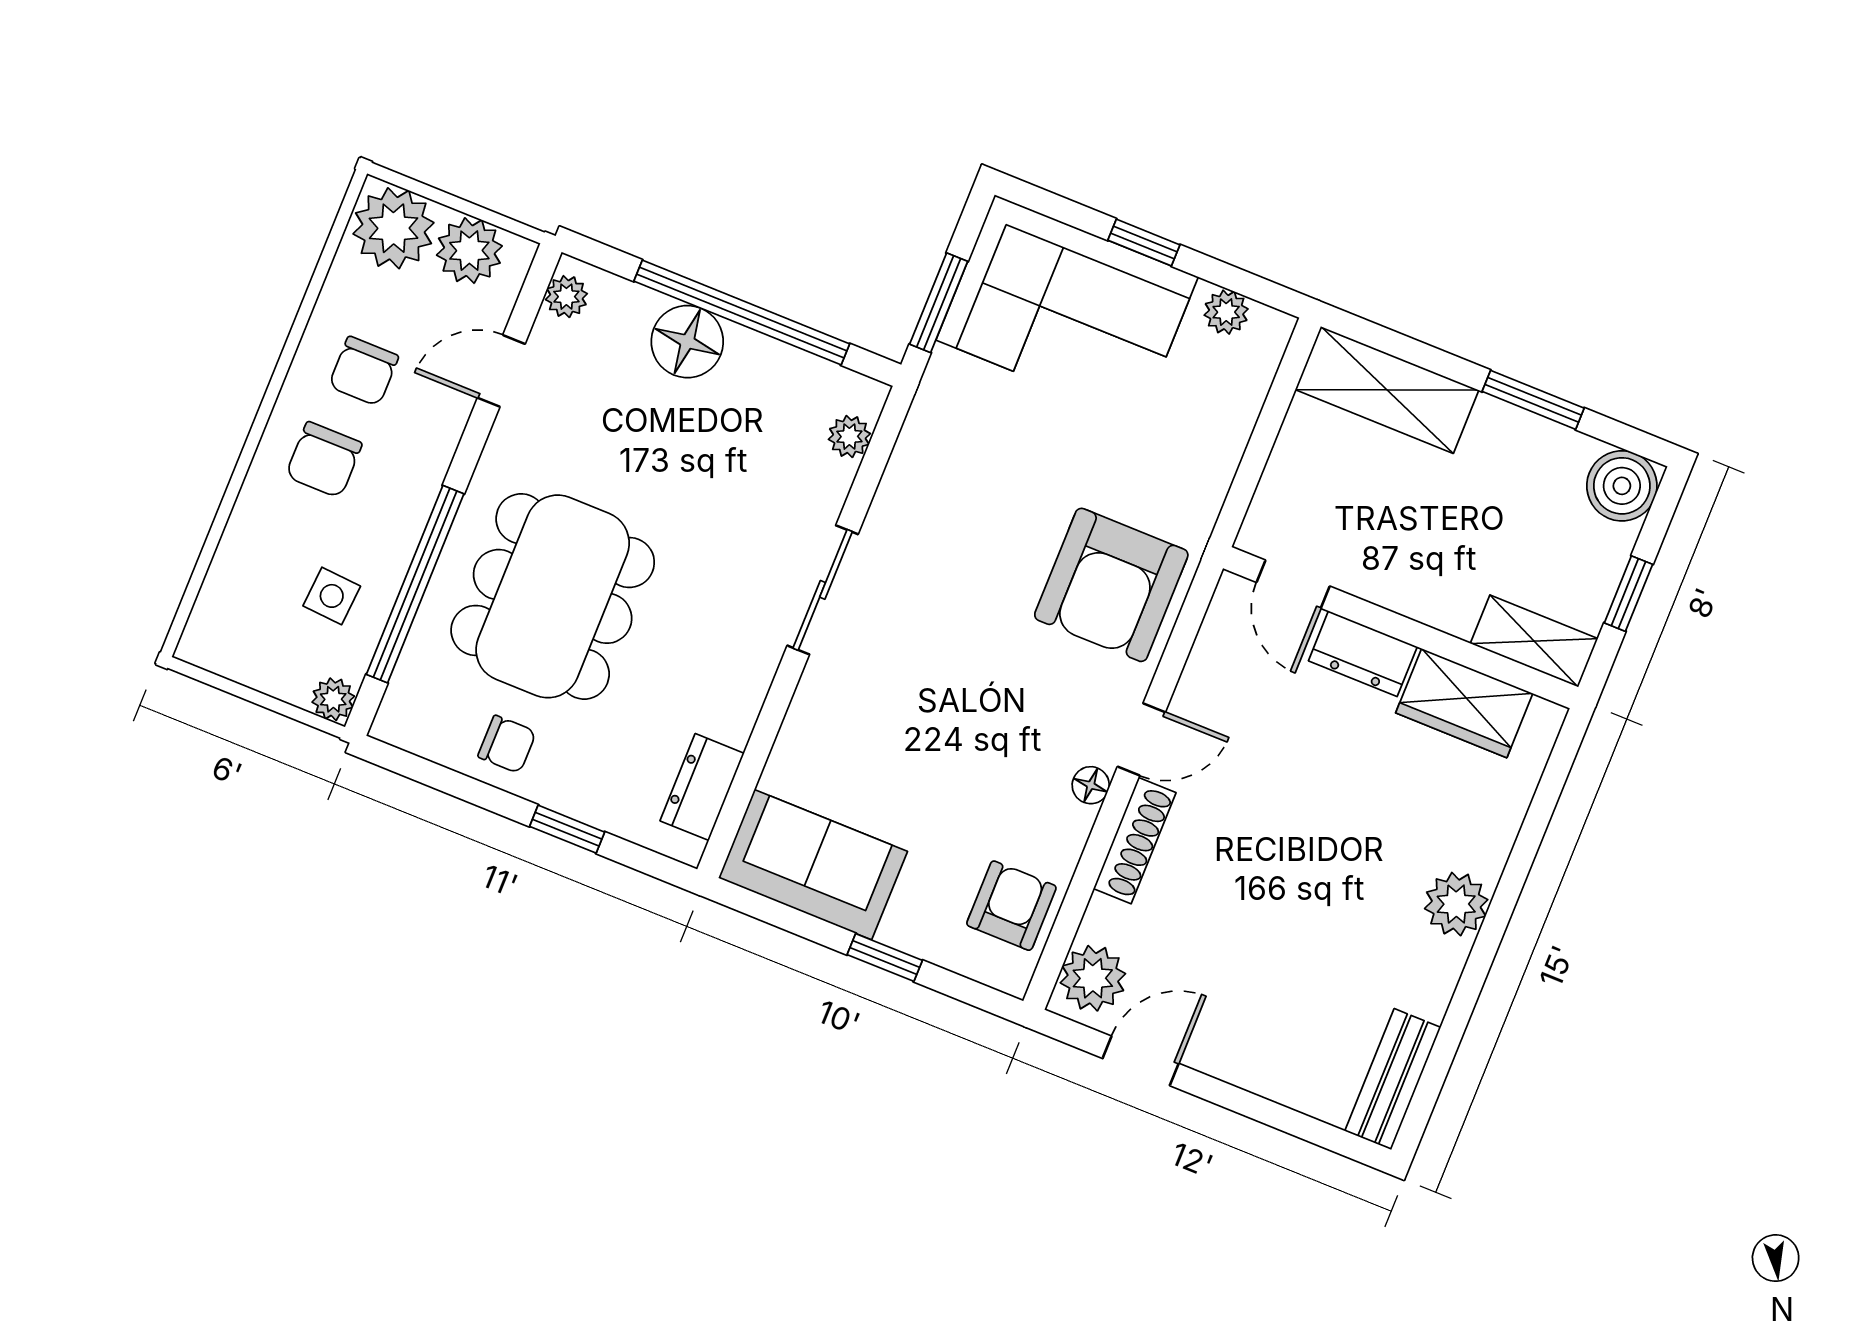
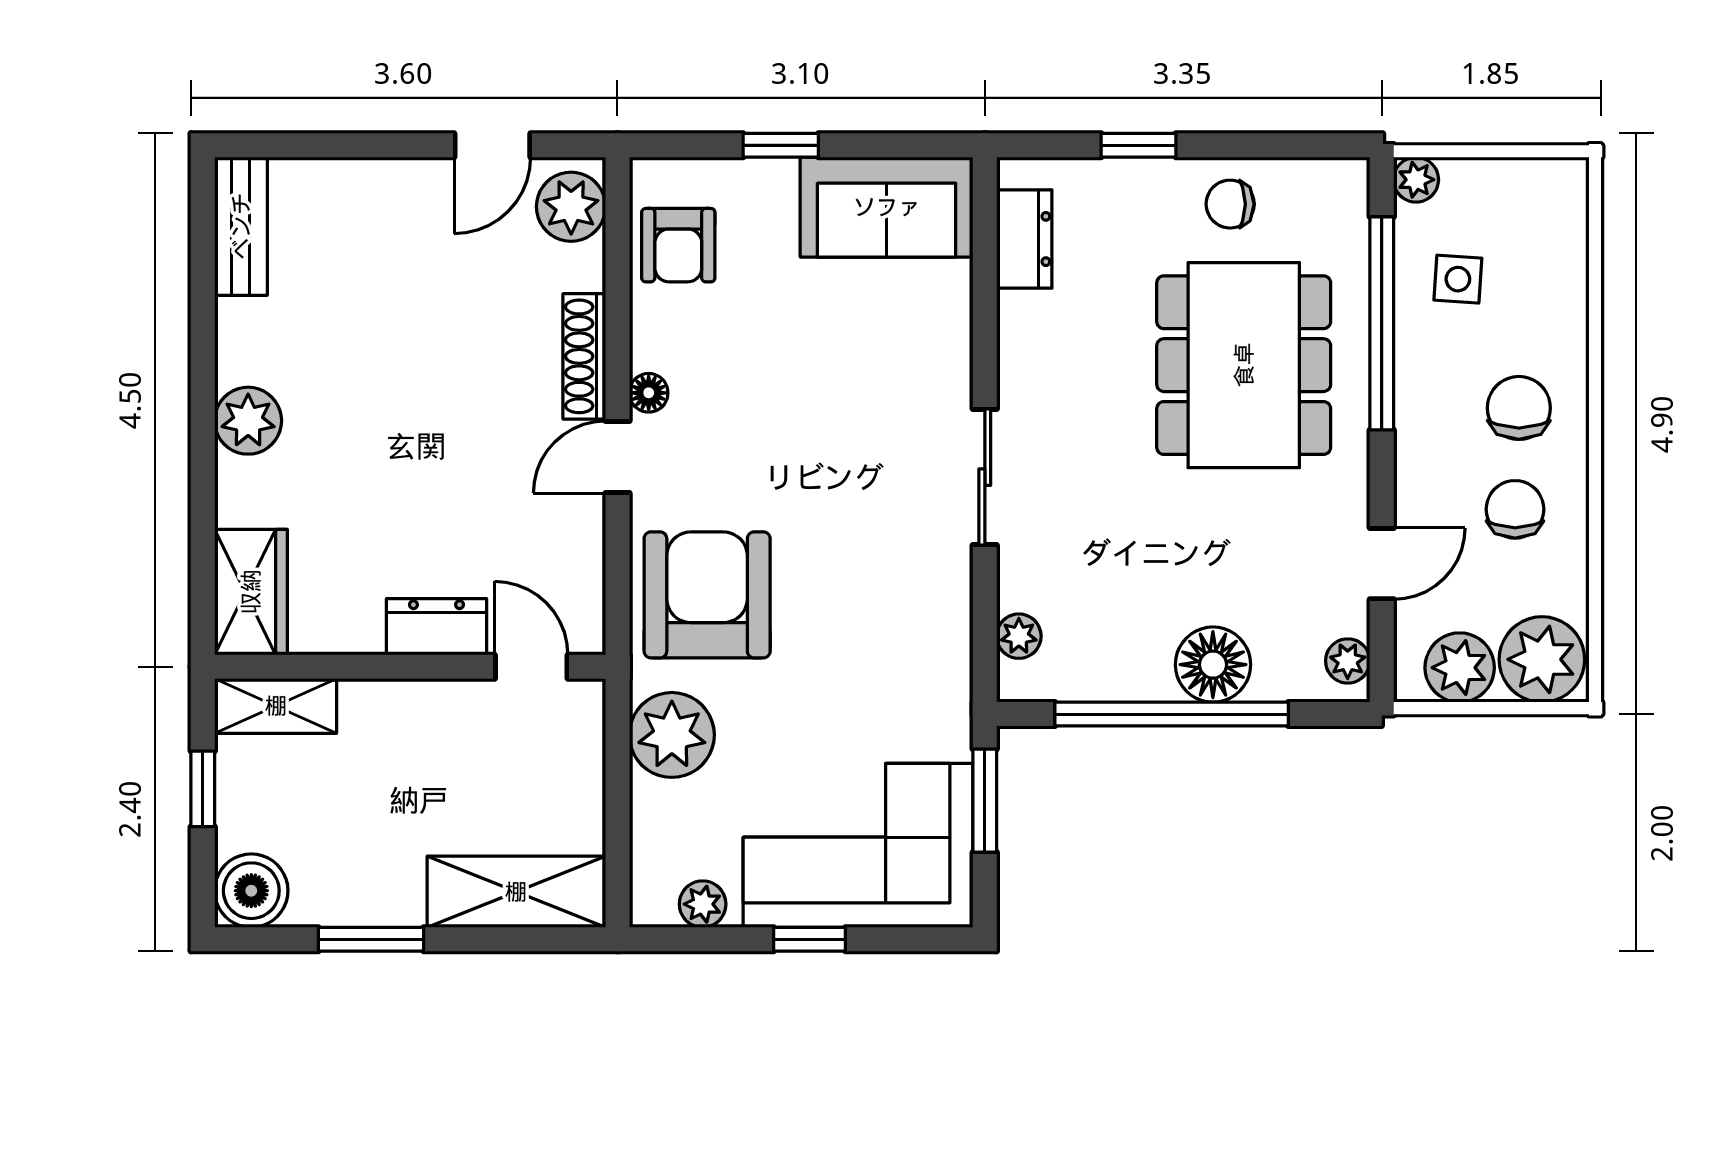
plant: (1193, 473) -> (672, 735), added
wardrobe: (1464, 703) -> (251, 592), moved, turned 90

